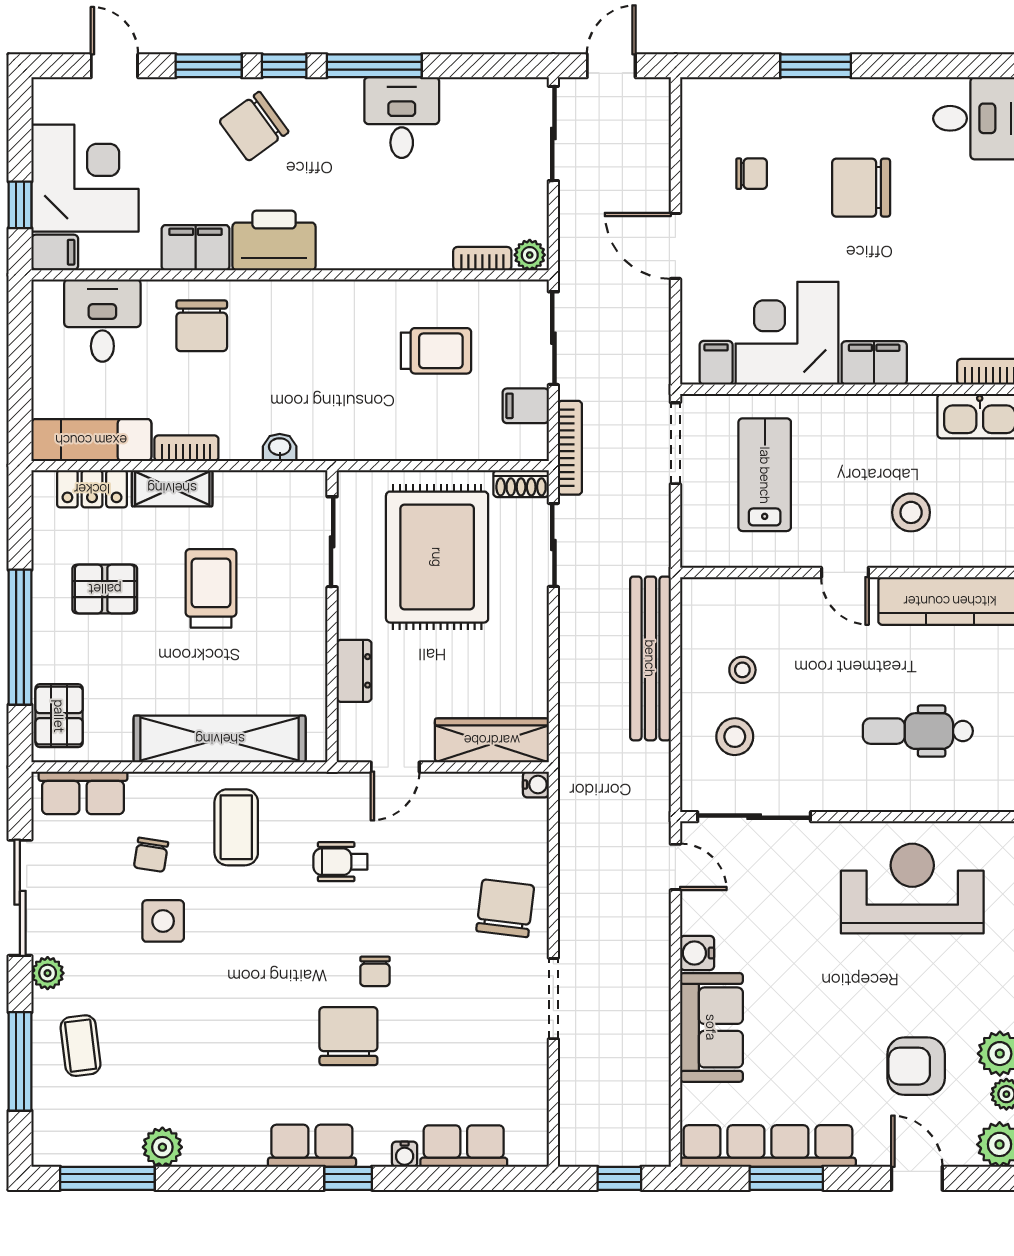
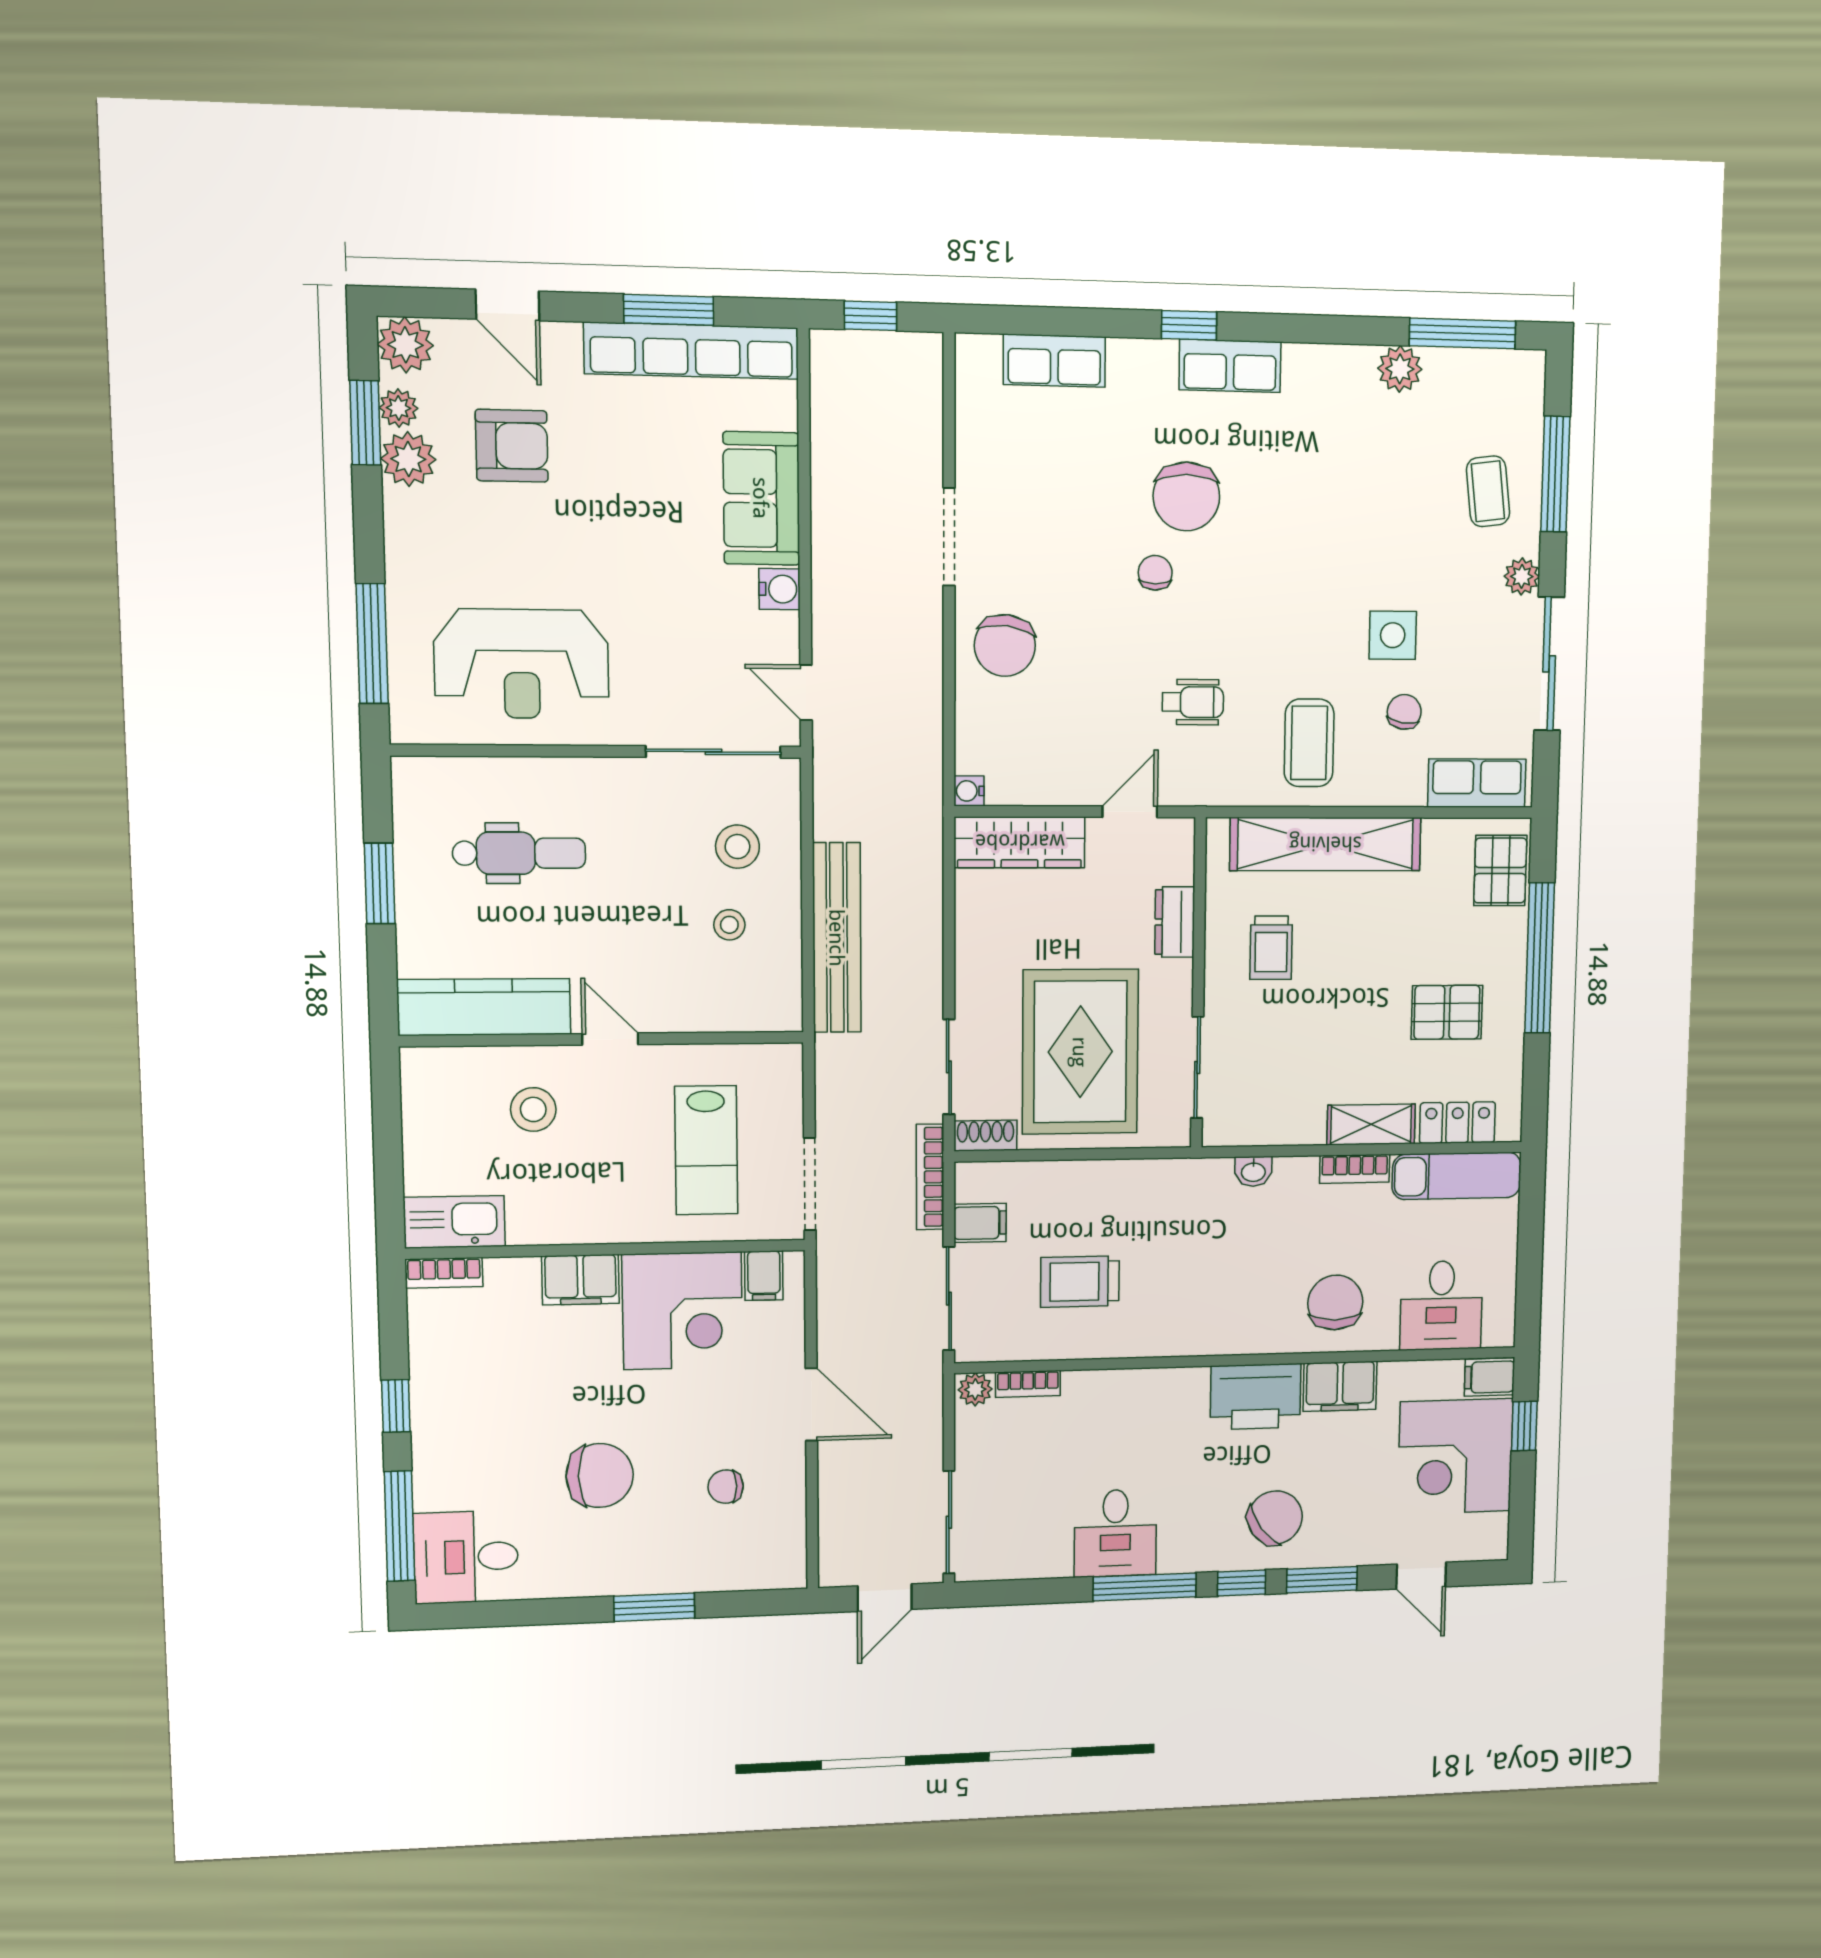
trolley: (211, 588) -> (1271, 948), moved, width x0.73, depth x0.72
water cooler: (405, 1154) -> (1123, 353), removed

